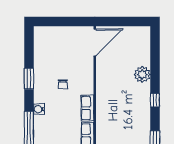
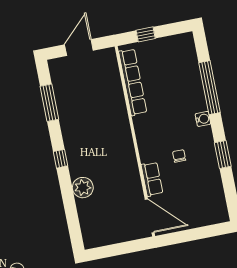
door: (95, 42) -> (150, 216), swing flipped
row of seats: (87, 108) -> (152, 179), moved

